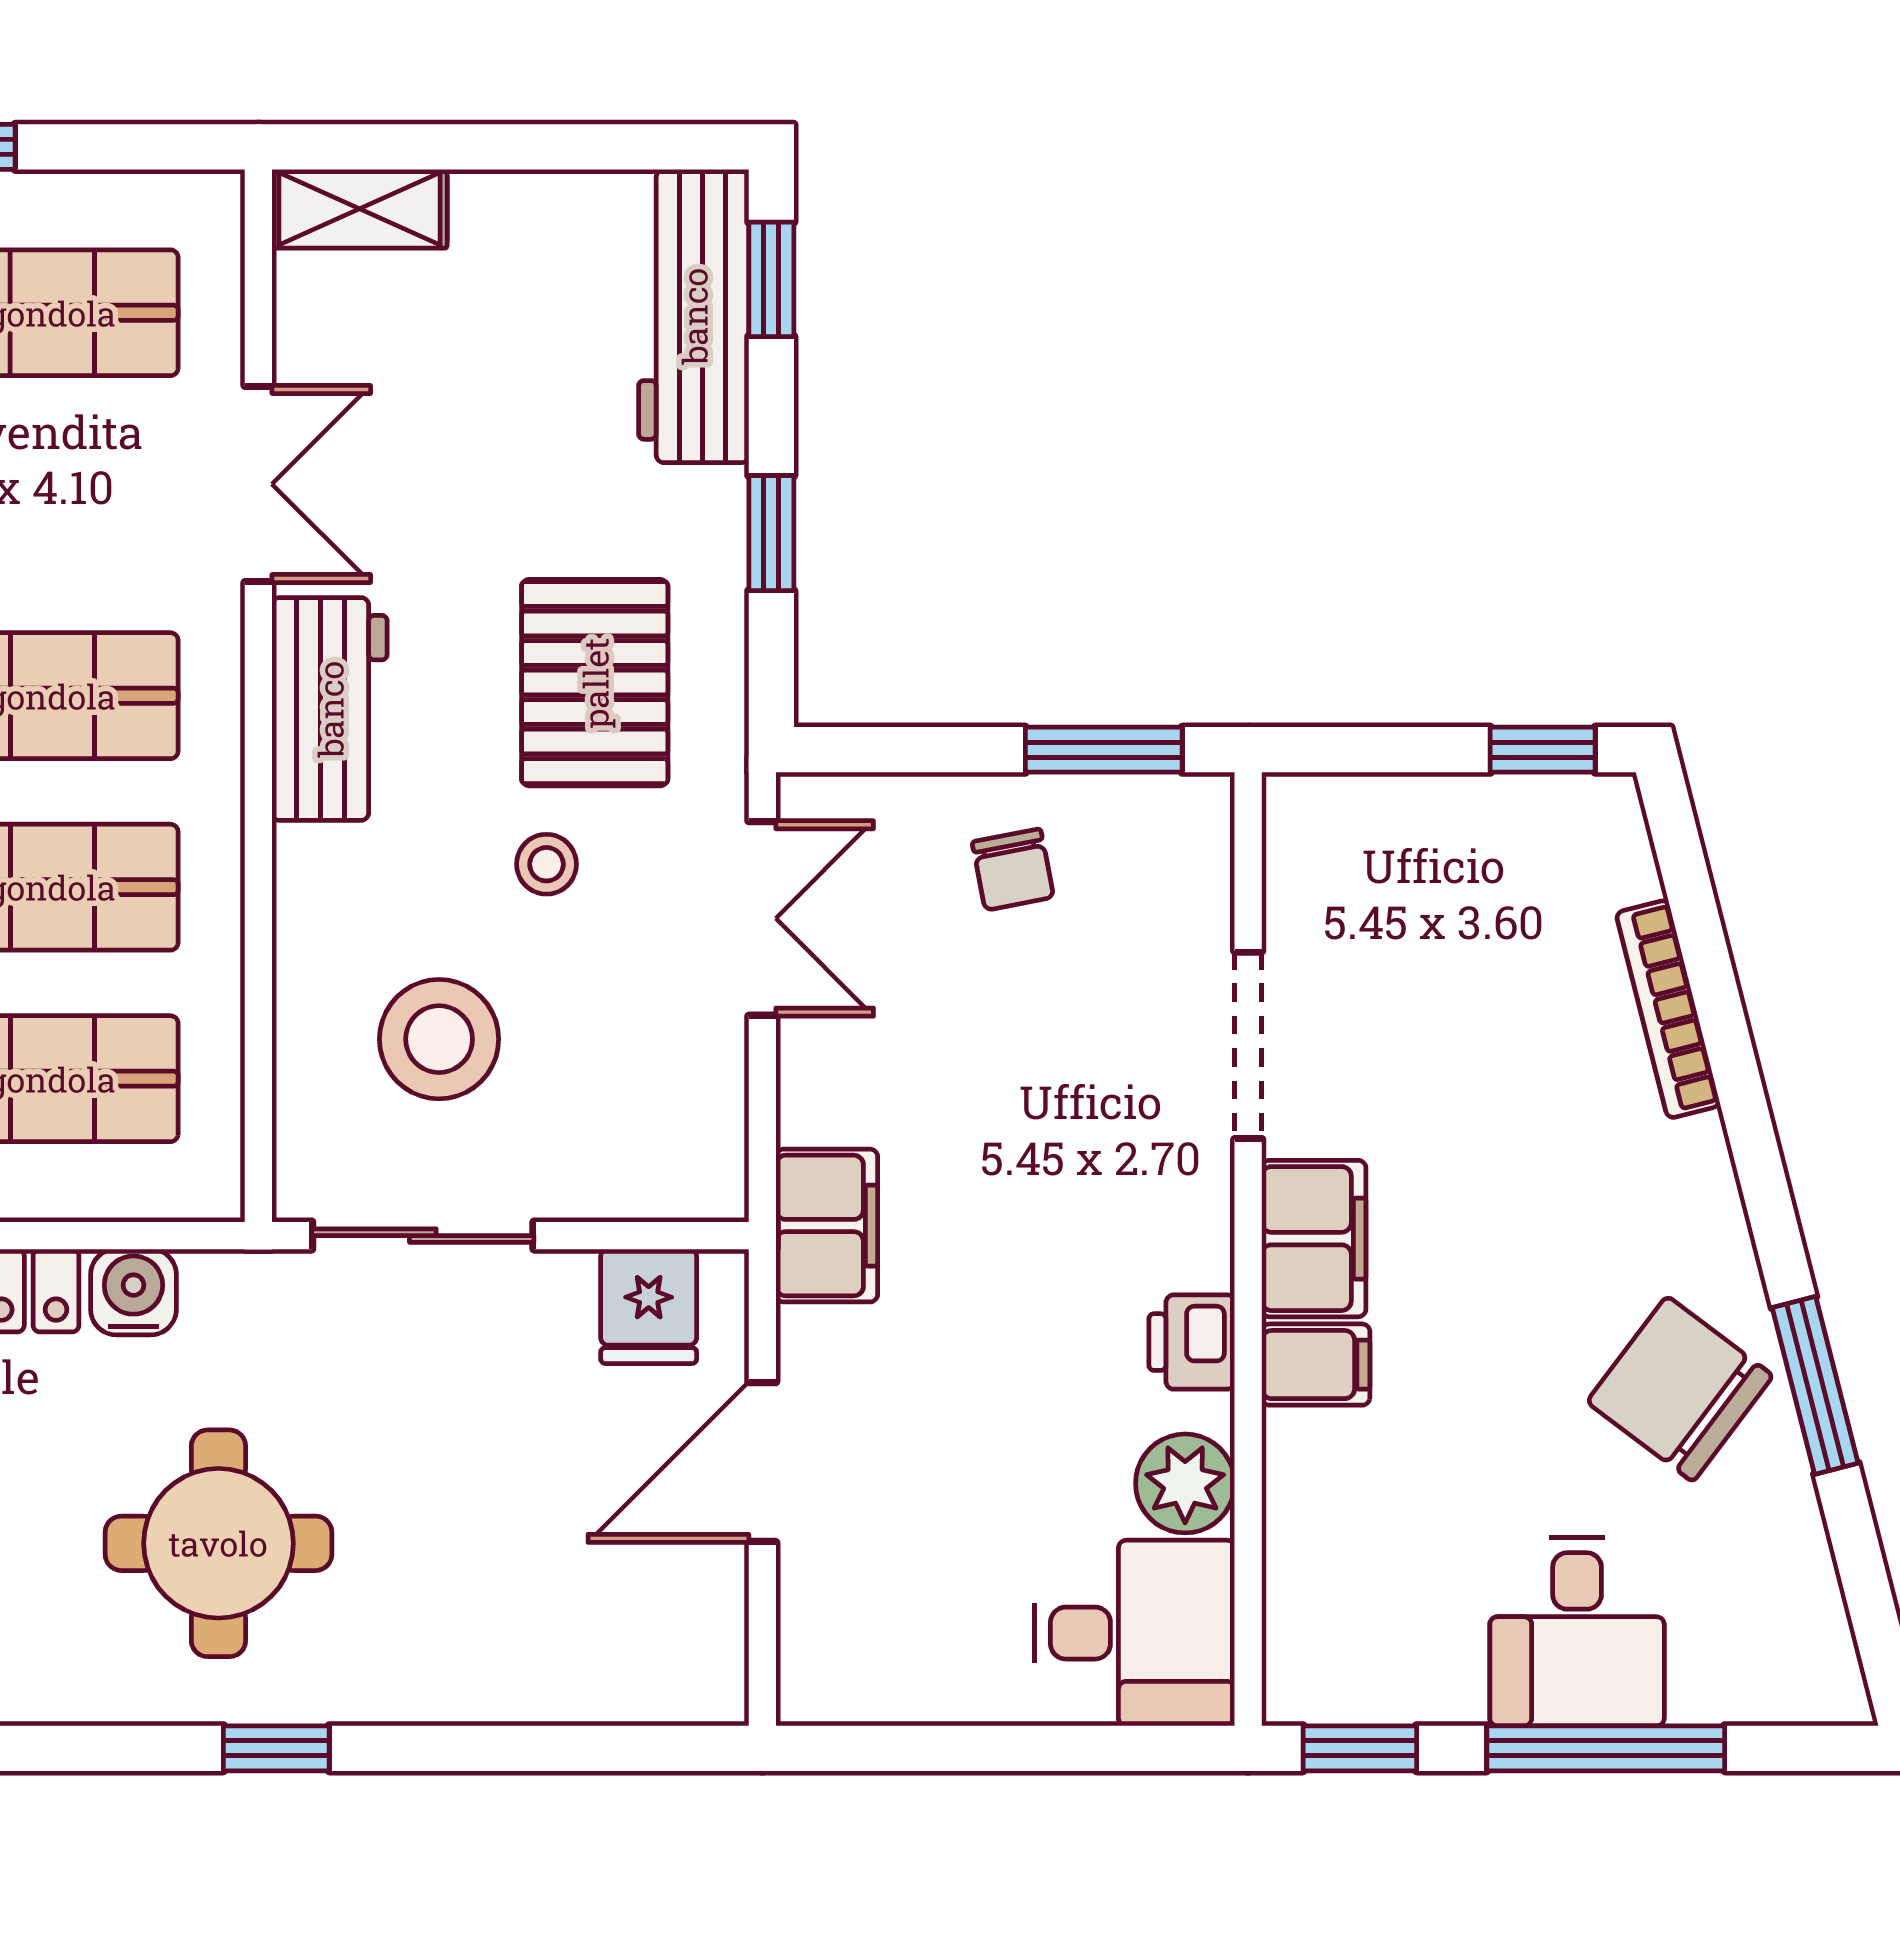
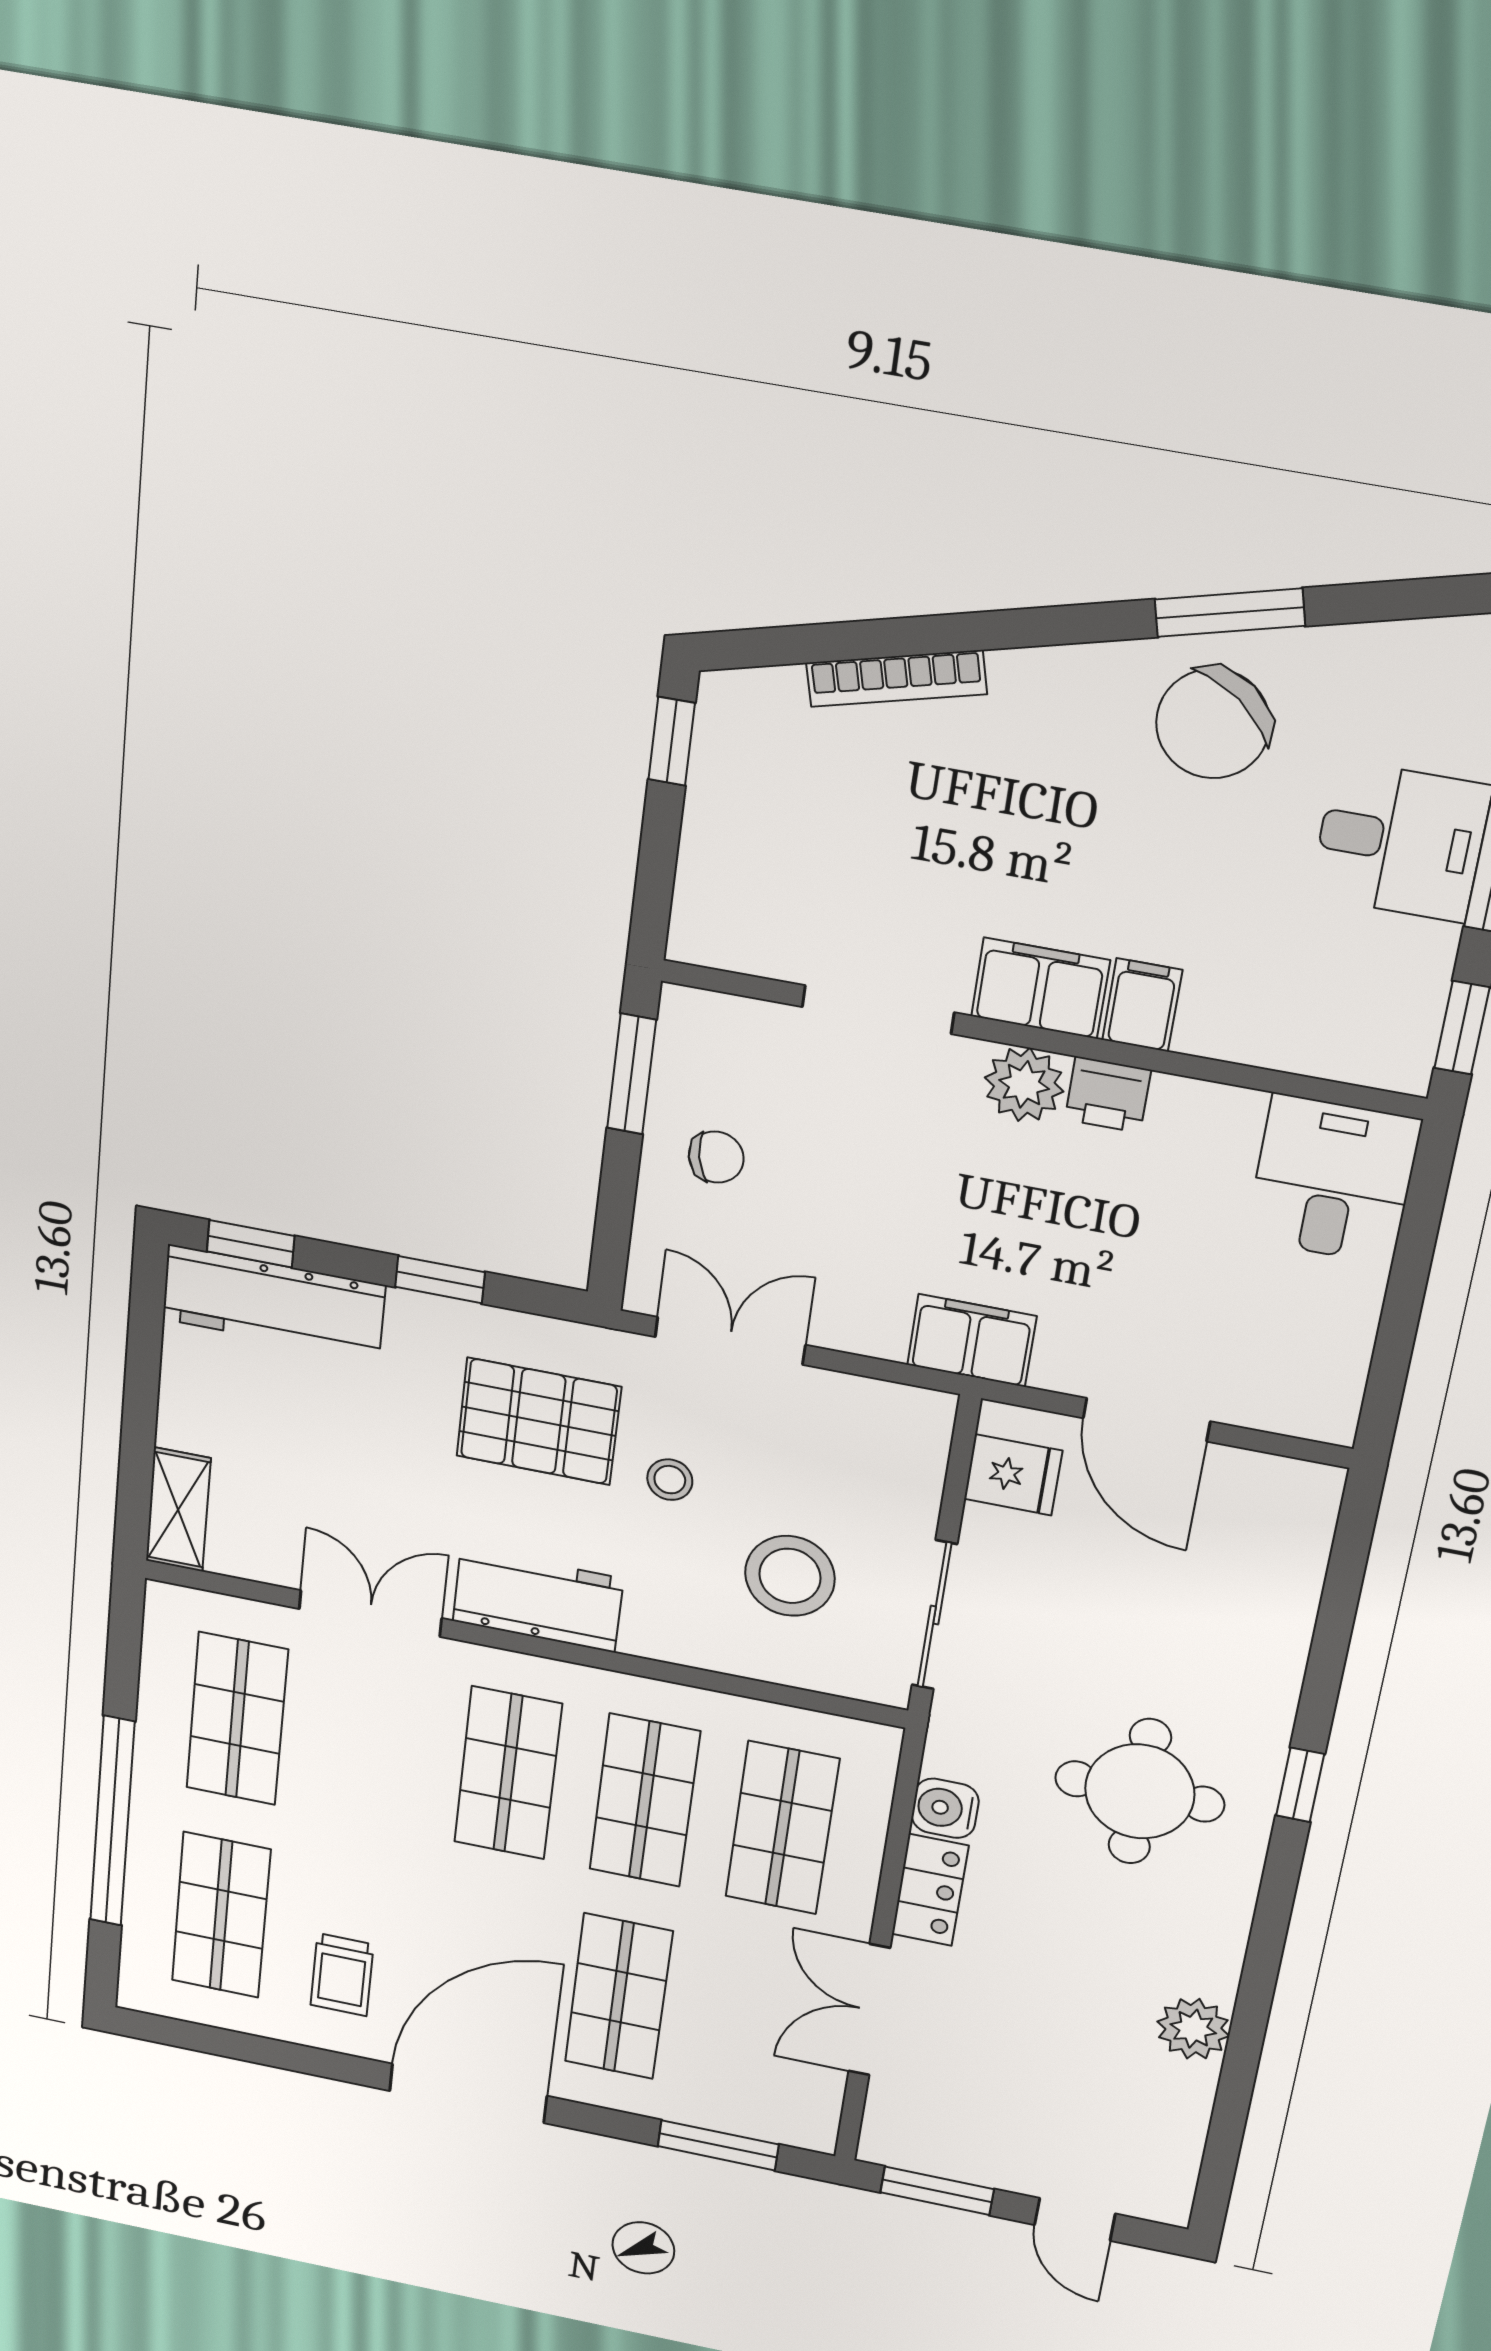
plant: (1185, 1483) -> (1024, 1084), moved

